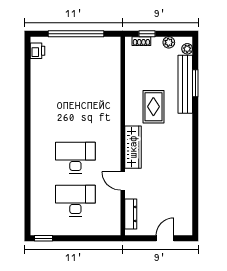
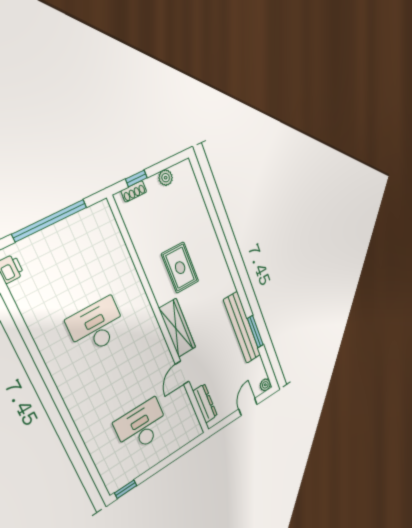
plant: (187, 49) -> (265, 385), moved
window: (195, 83) -> (255, 332), moved
bench: (185, 84) -> (242, 328), moved
desk: (75, 158) -> (96, 326), moved
door: (123, 181) -> (182, 373), hinge flipped

